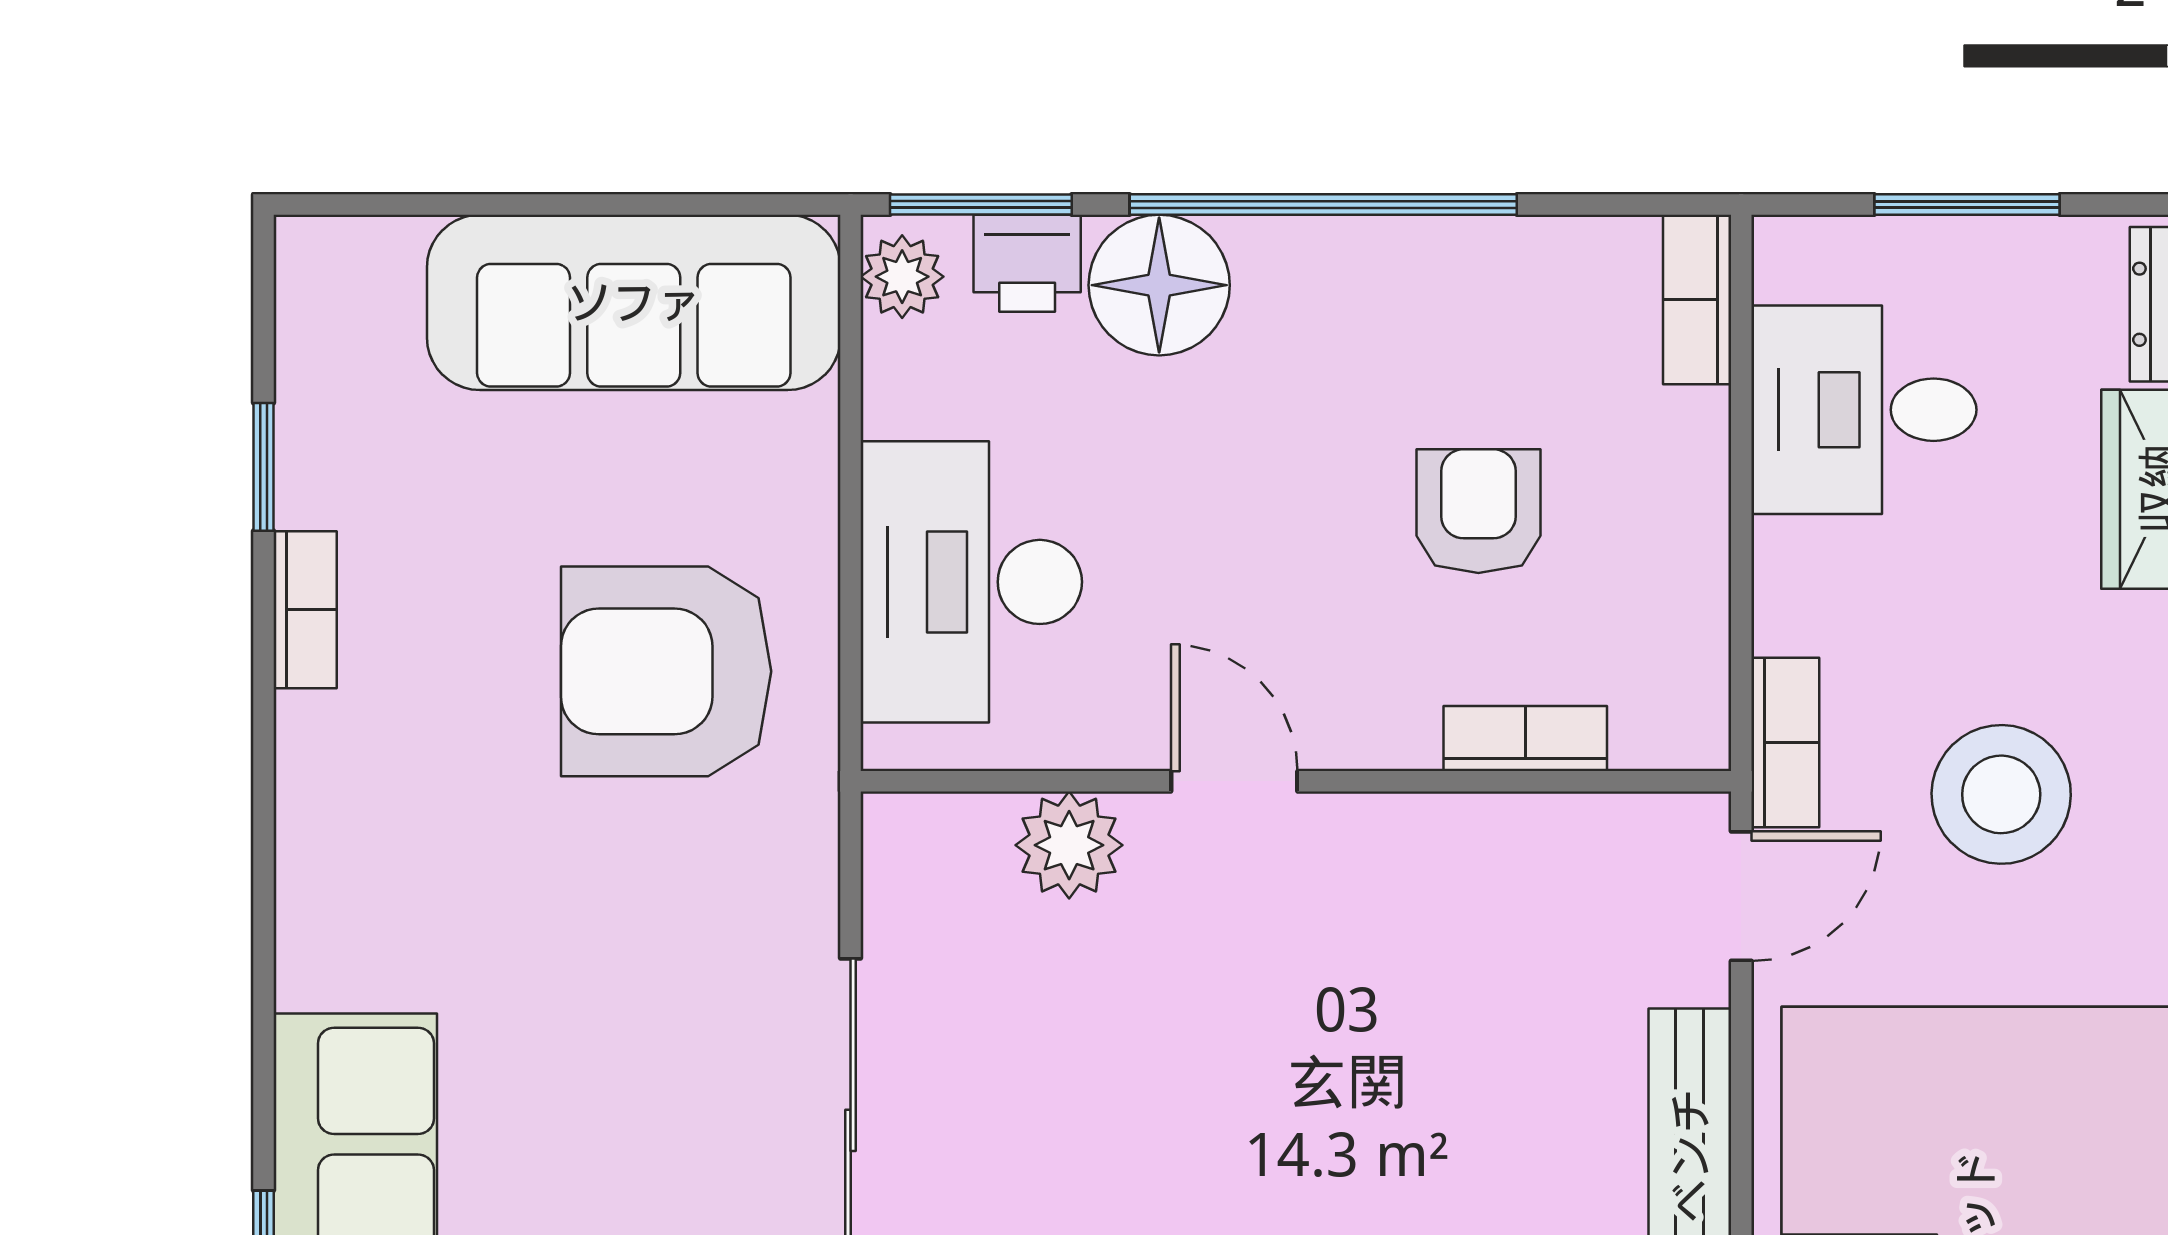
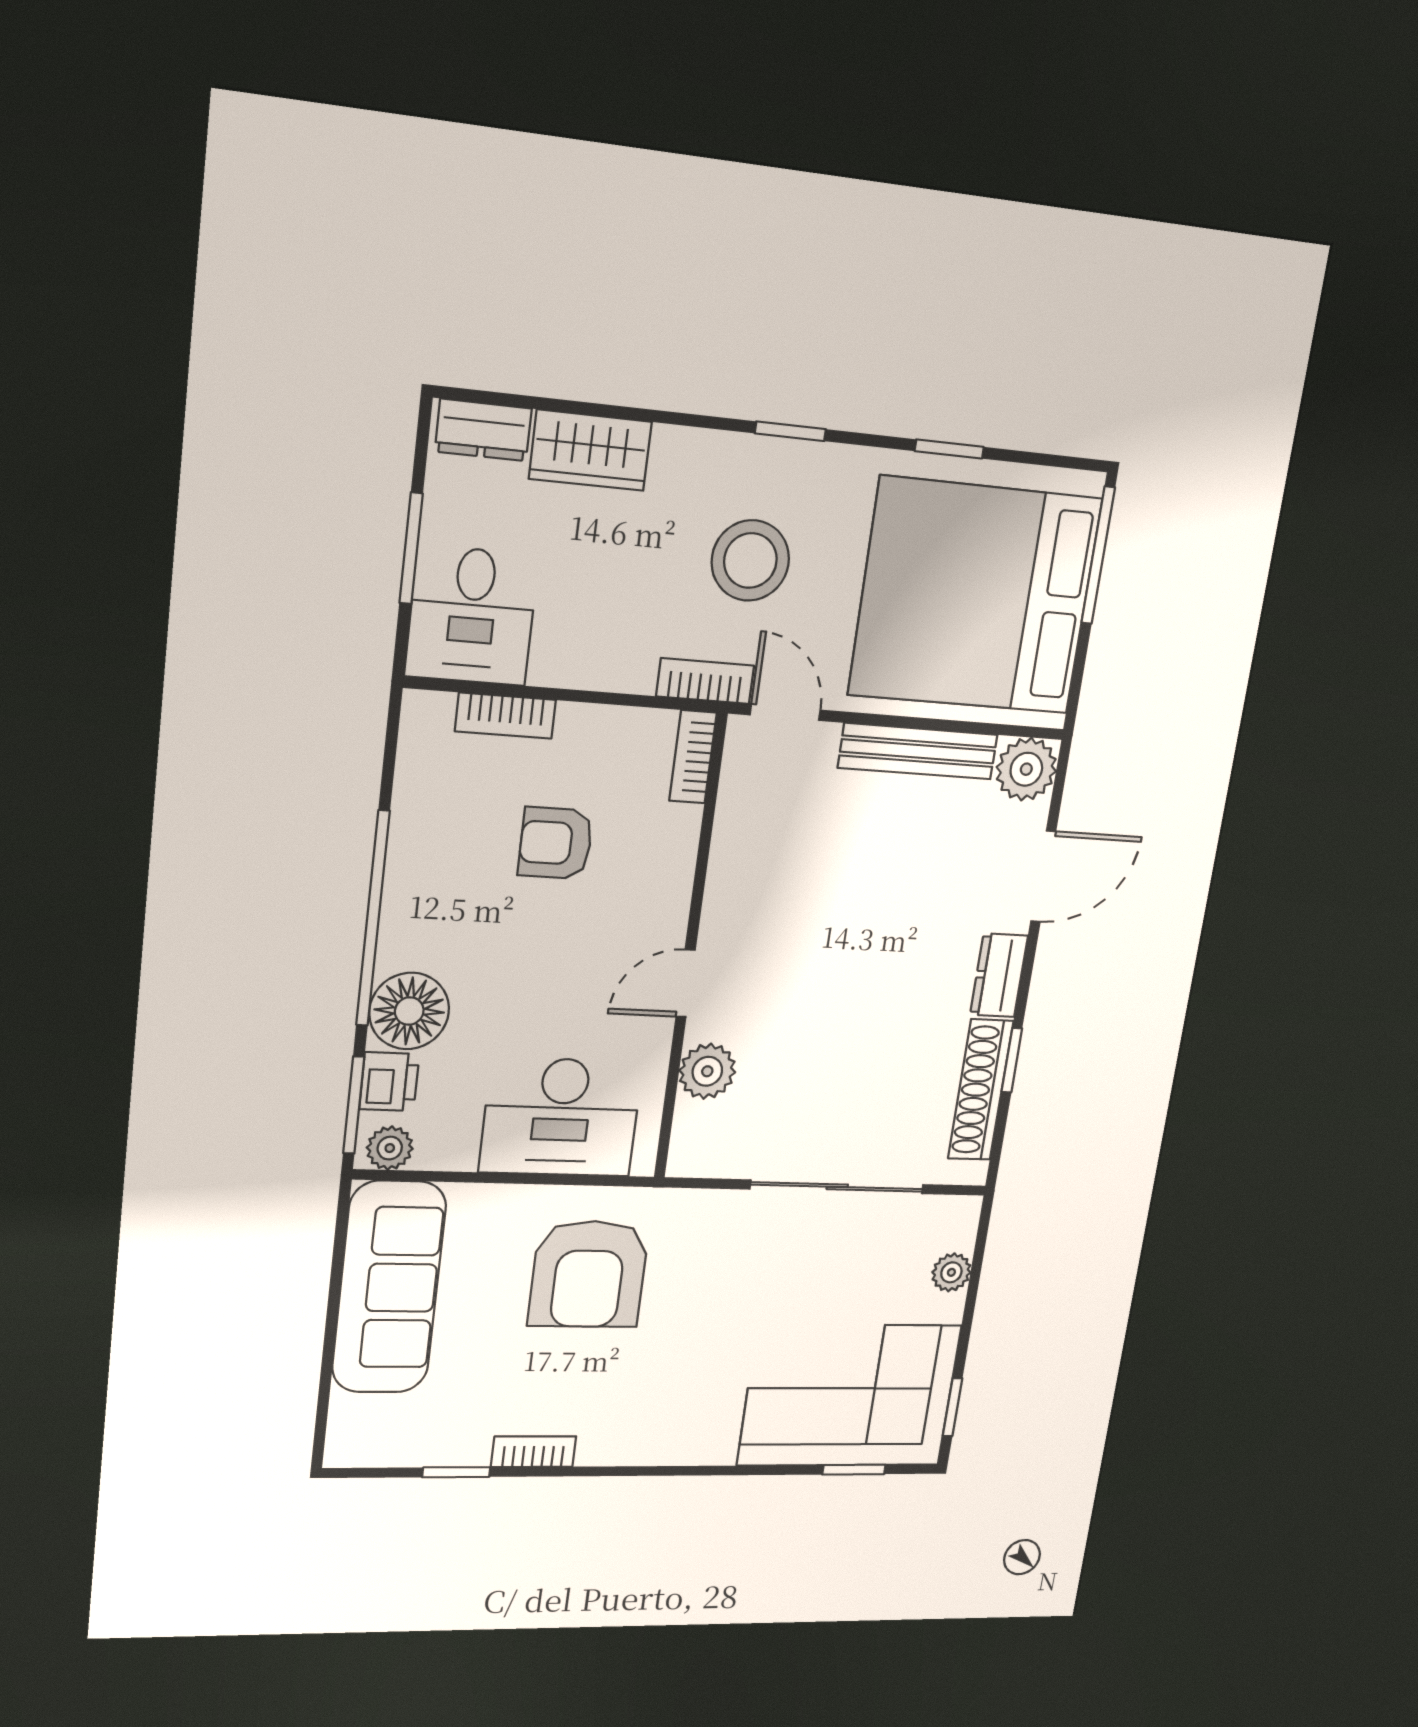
bookcase: (1697, 299) -> (505, 716), moved
desk: (1864, 410) -> (472, 616), moved
bookcase: (1525, 739) -> (693, 757), moved

